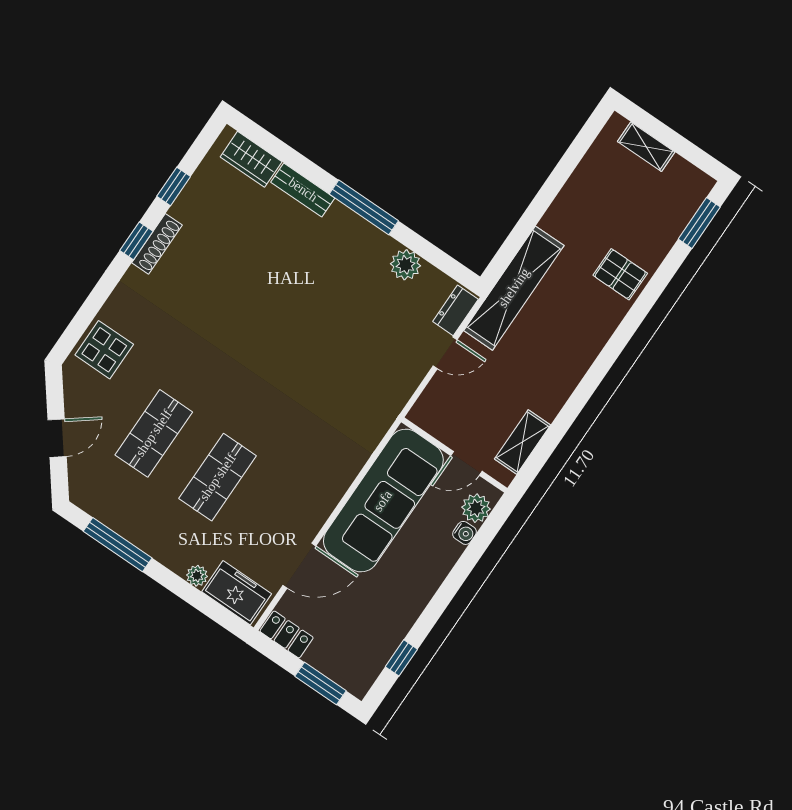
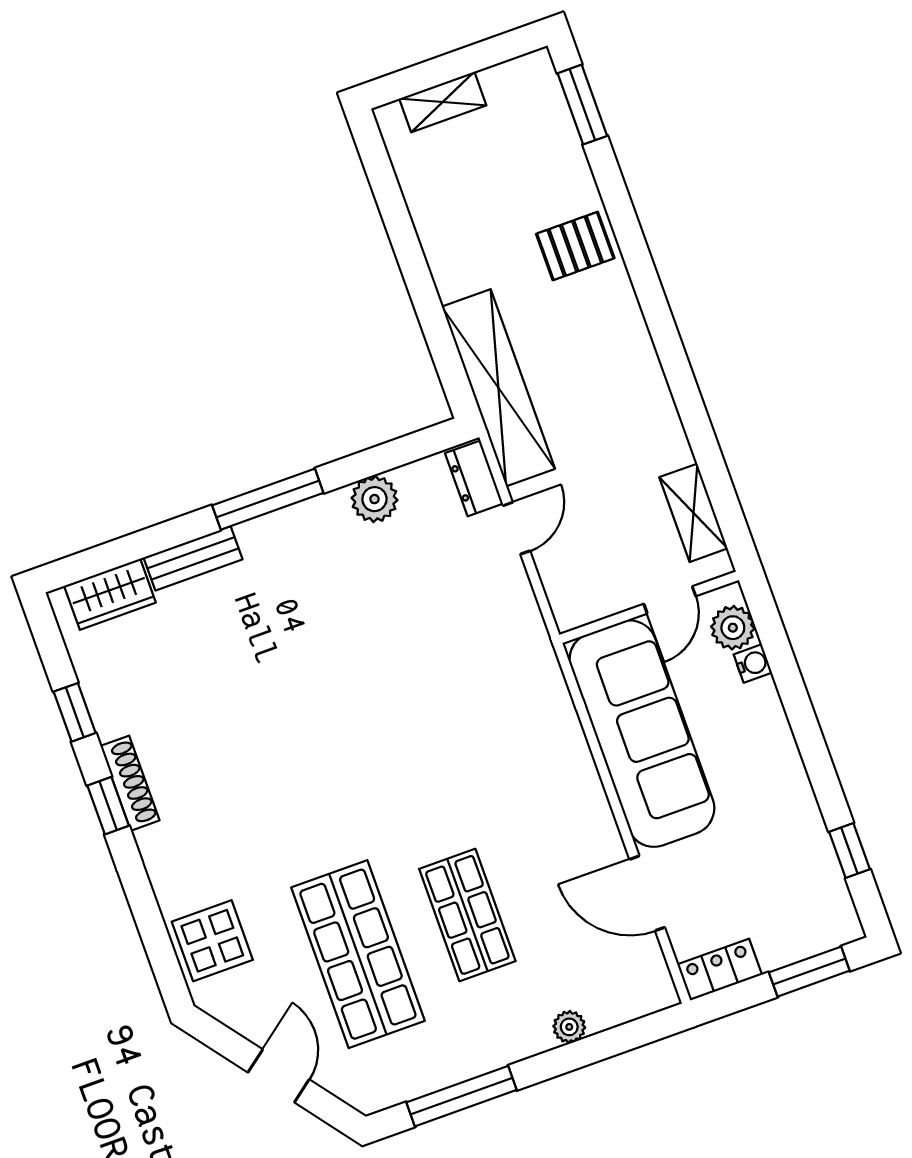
shop shelf: (154, 433) -> (358, 954), width x1.43, depth x1.36
door: (299, 566) -> (647, 893), swing flipped
freezer: (237, 593) -> (625, 994), removed

